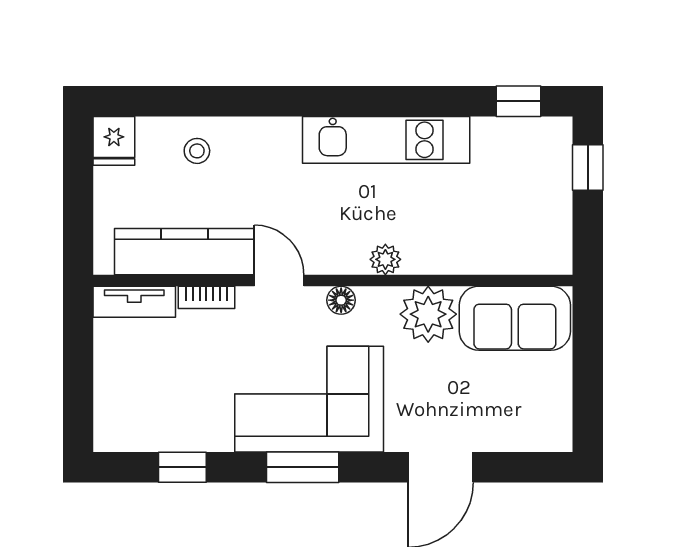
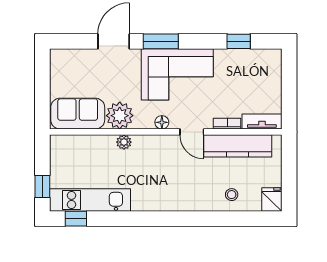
kitchen unit: (386, 140) -> (90, 200), moved
plant: (385, 259) -> (124, 142), moved
window: (303, 467) -> (161, 41), moved

